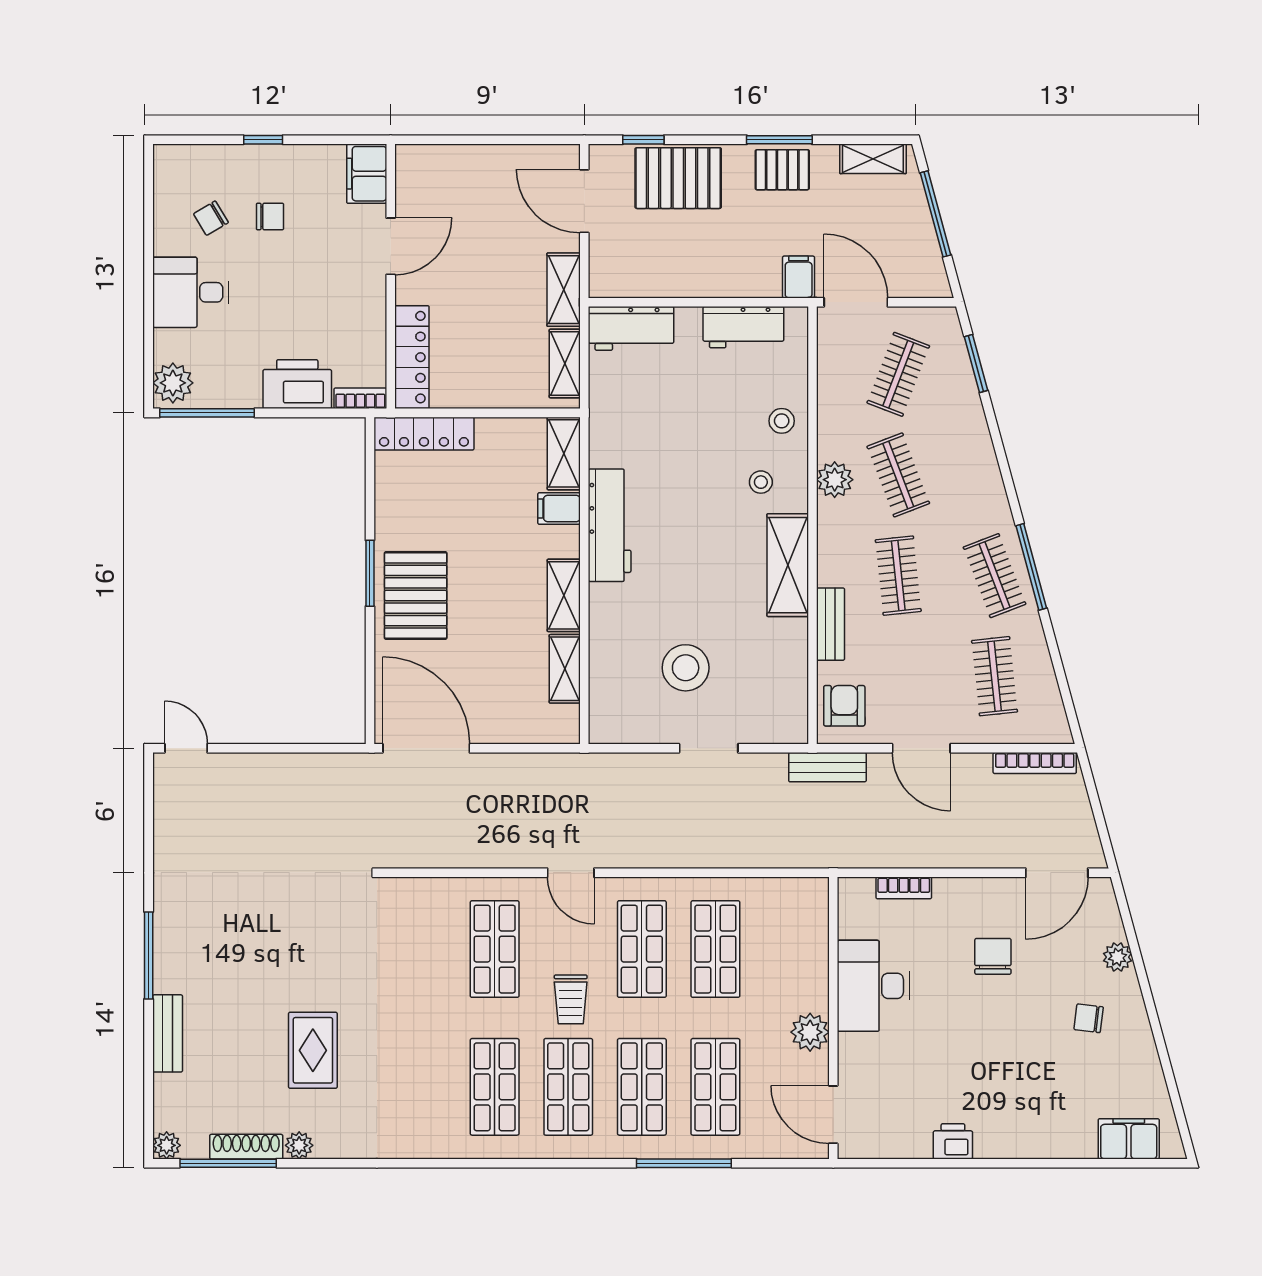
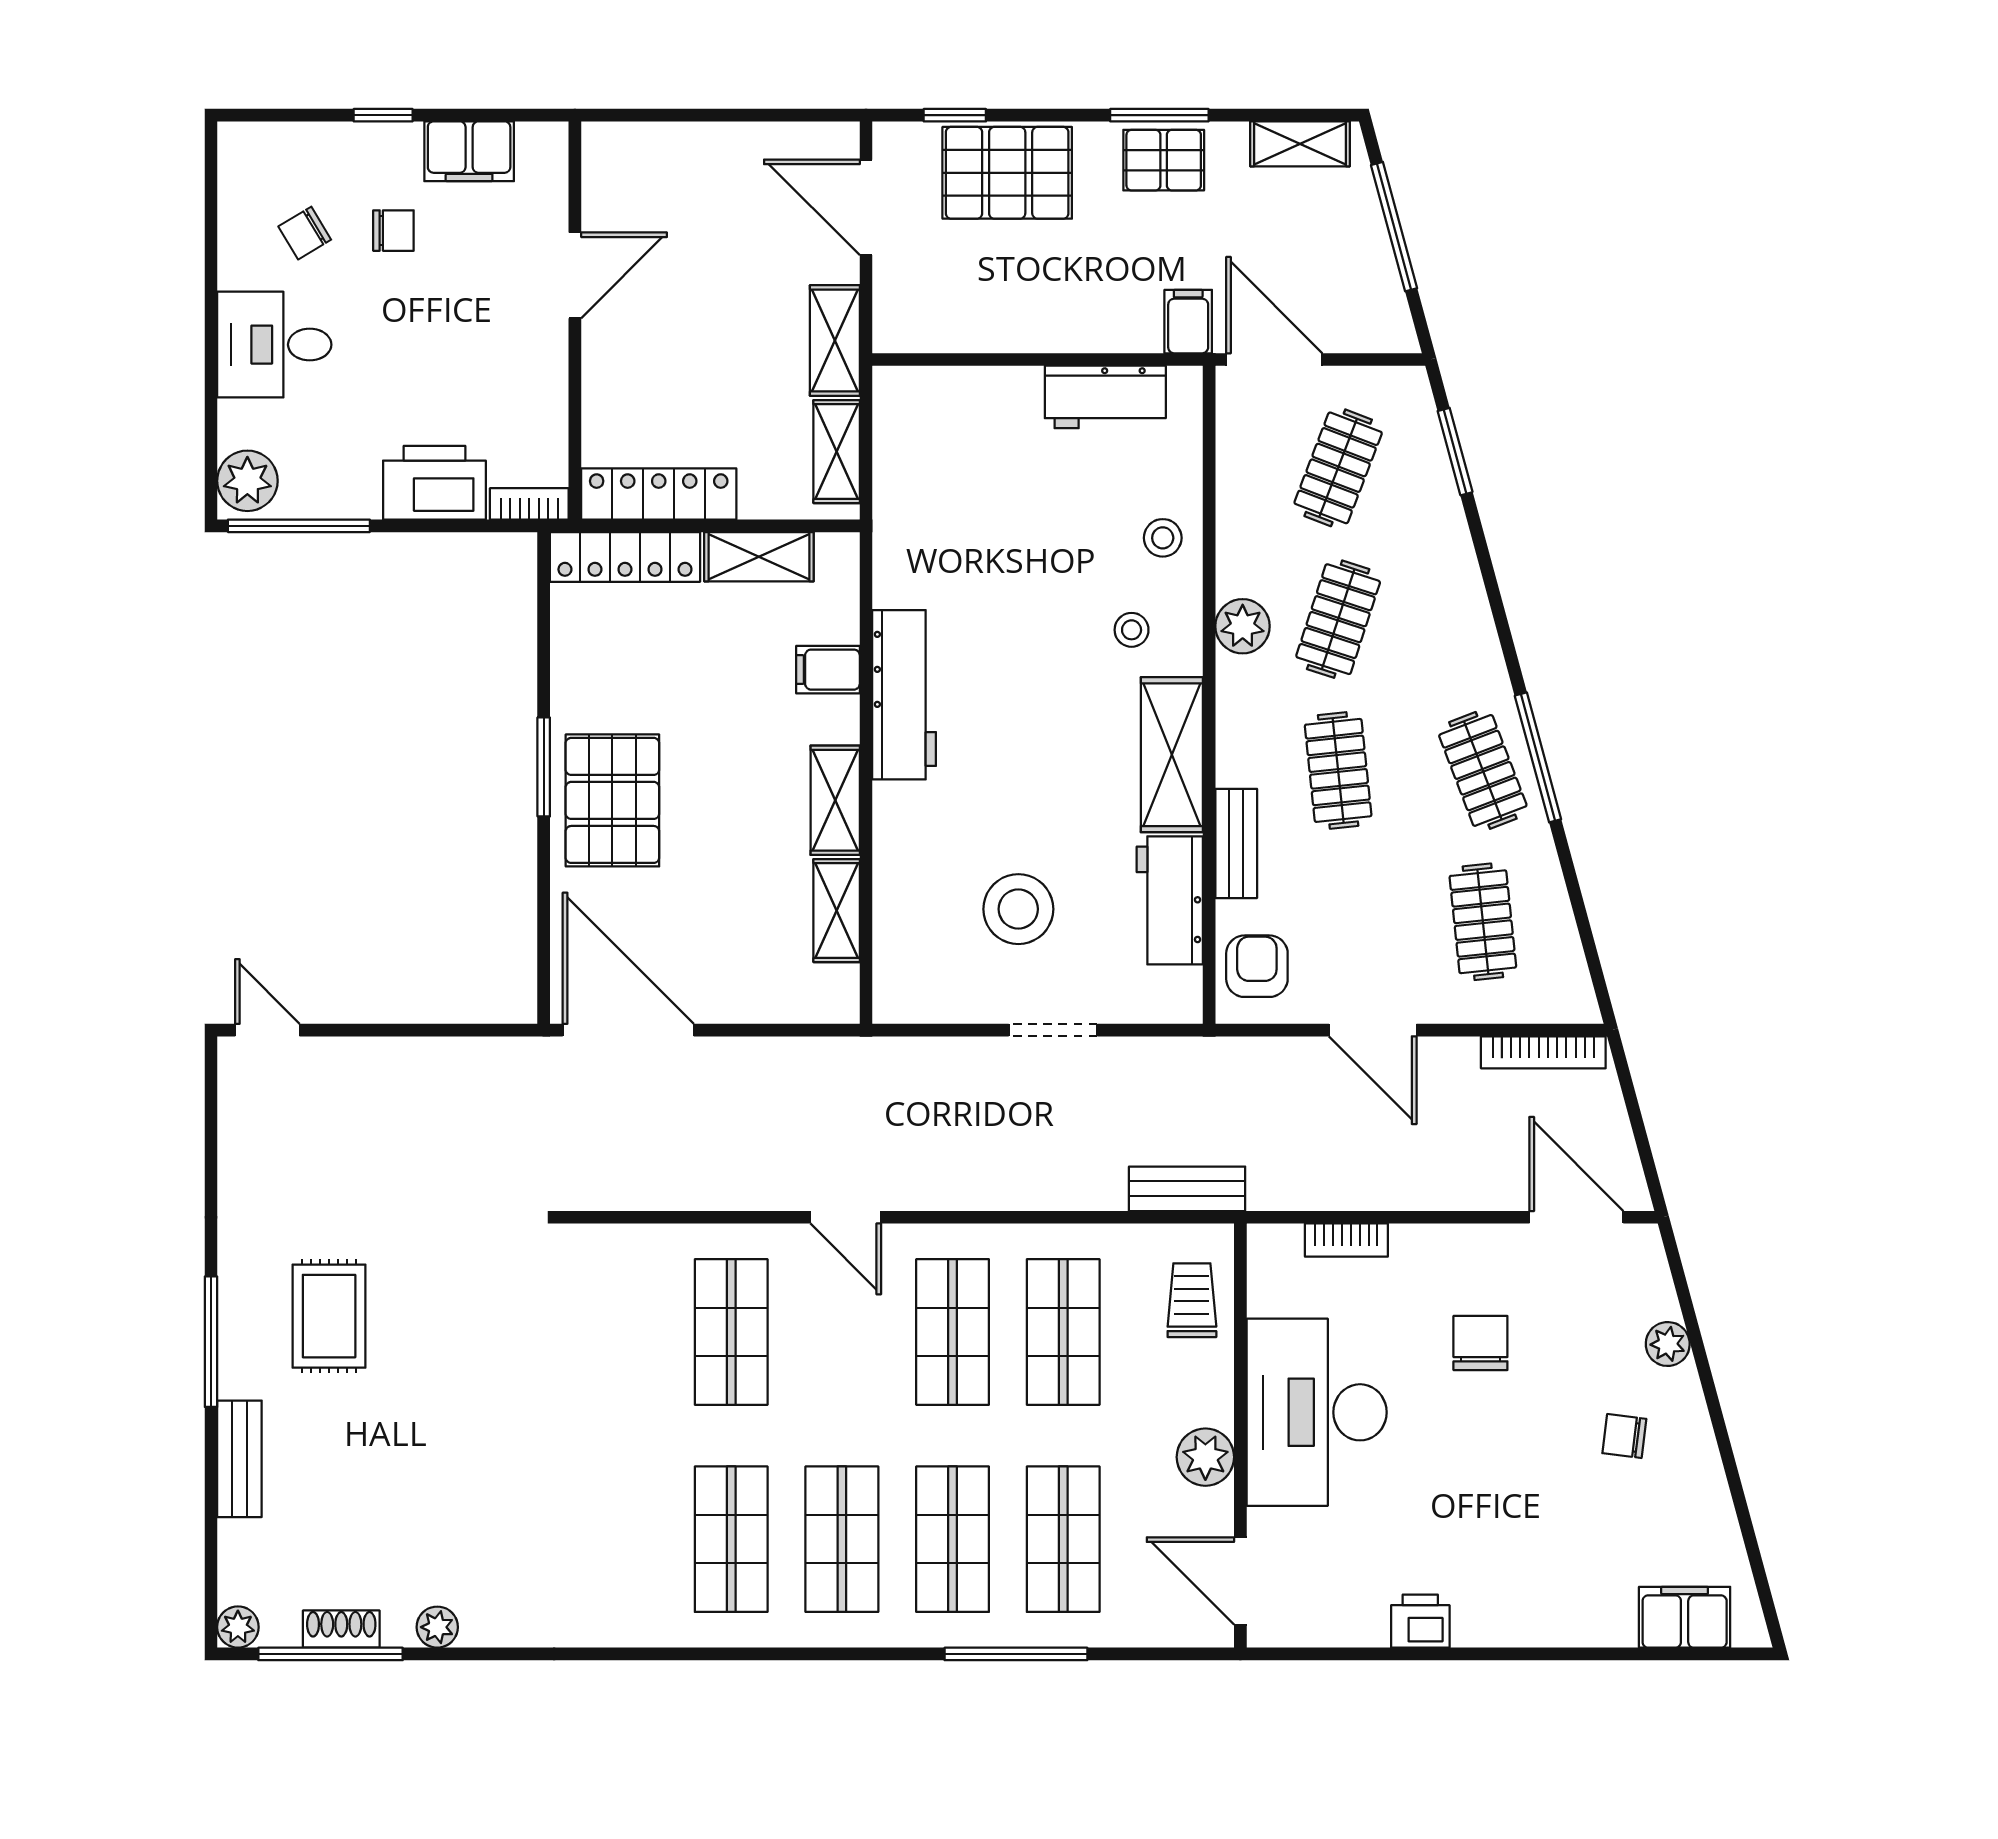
filing cabinet: (367, 174) -> (469, 151), moved, turned -90
workbench: (631, 328) -> (1170, 900), moved, turned 90
locker: (412, 357) -> (659, 494), moved, turned -90
shelving: (564, 453) -> (759, 557), moved, turned 90
clothes rail: (898, 475) -> (1338, 619), turned 39
bench: (827, 767) -> (1187, 1189), moved
door: (1057, 873) -> (1576, 1217), swing flipped
desk: (873, 986) -> (1317, 1412), width x1.36, depth x1.30
trolley: (571, 999) -> (1192, 1300), moved, turned 180
rug: (313, 1050) -> (329, 1316), moved
shoe rack: (246, 1147) -> (341, 1629), width x0.70

